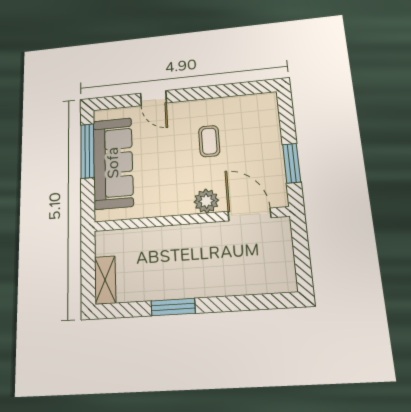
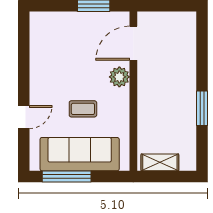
coffee table: (209, 141) -> (83, 109), moved
shelving: (105, 280) -> (160, 162), moved

